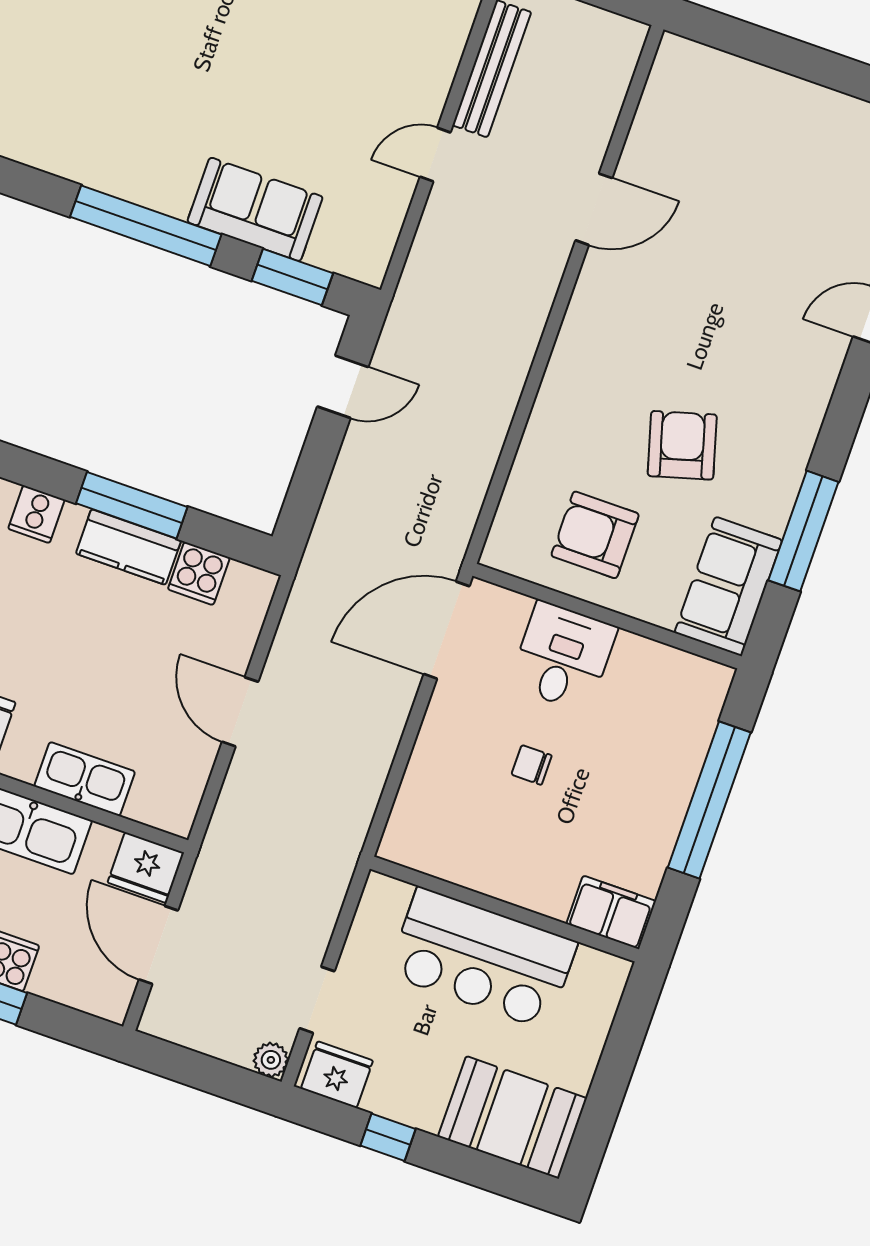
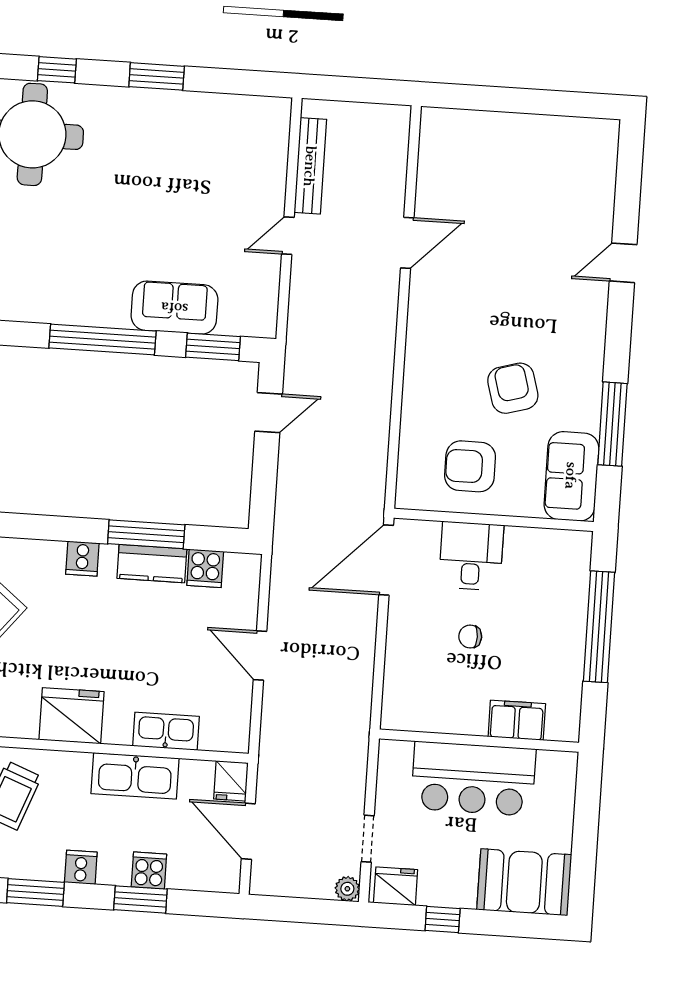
fridge: (146, 868) -> (231, 781), width x0.72
filing cabinet: (611, 912) -> (517, 720), moved

